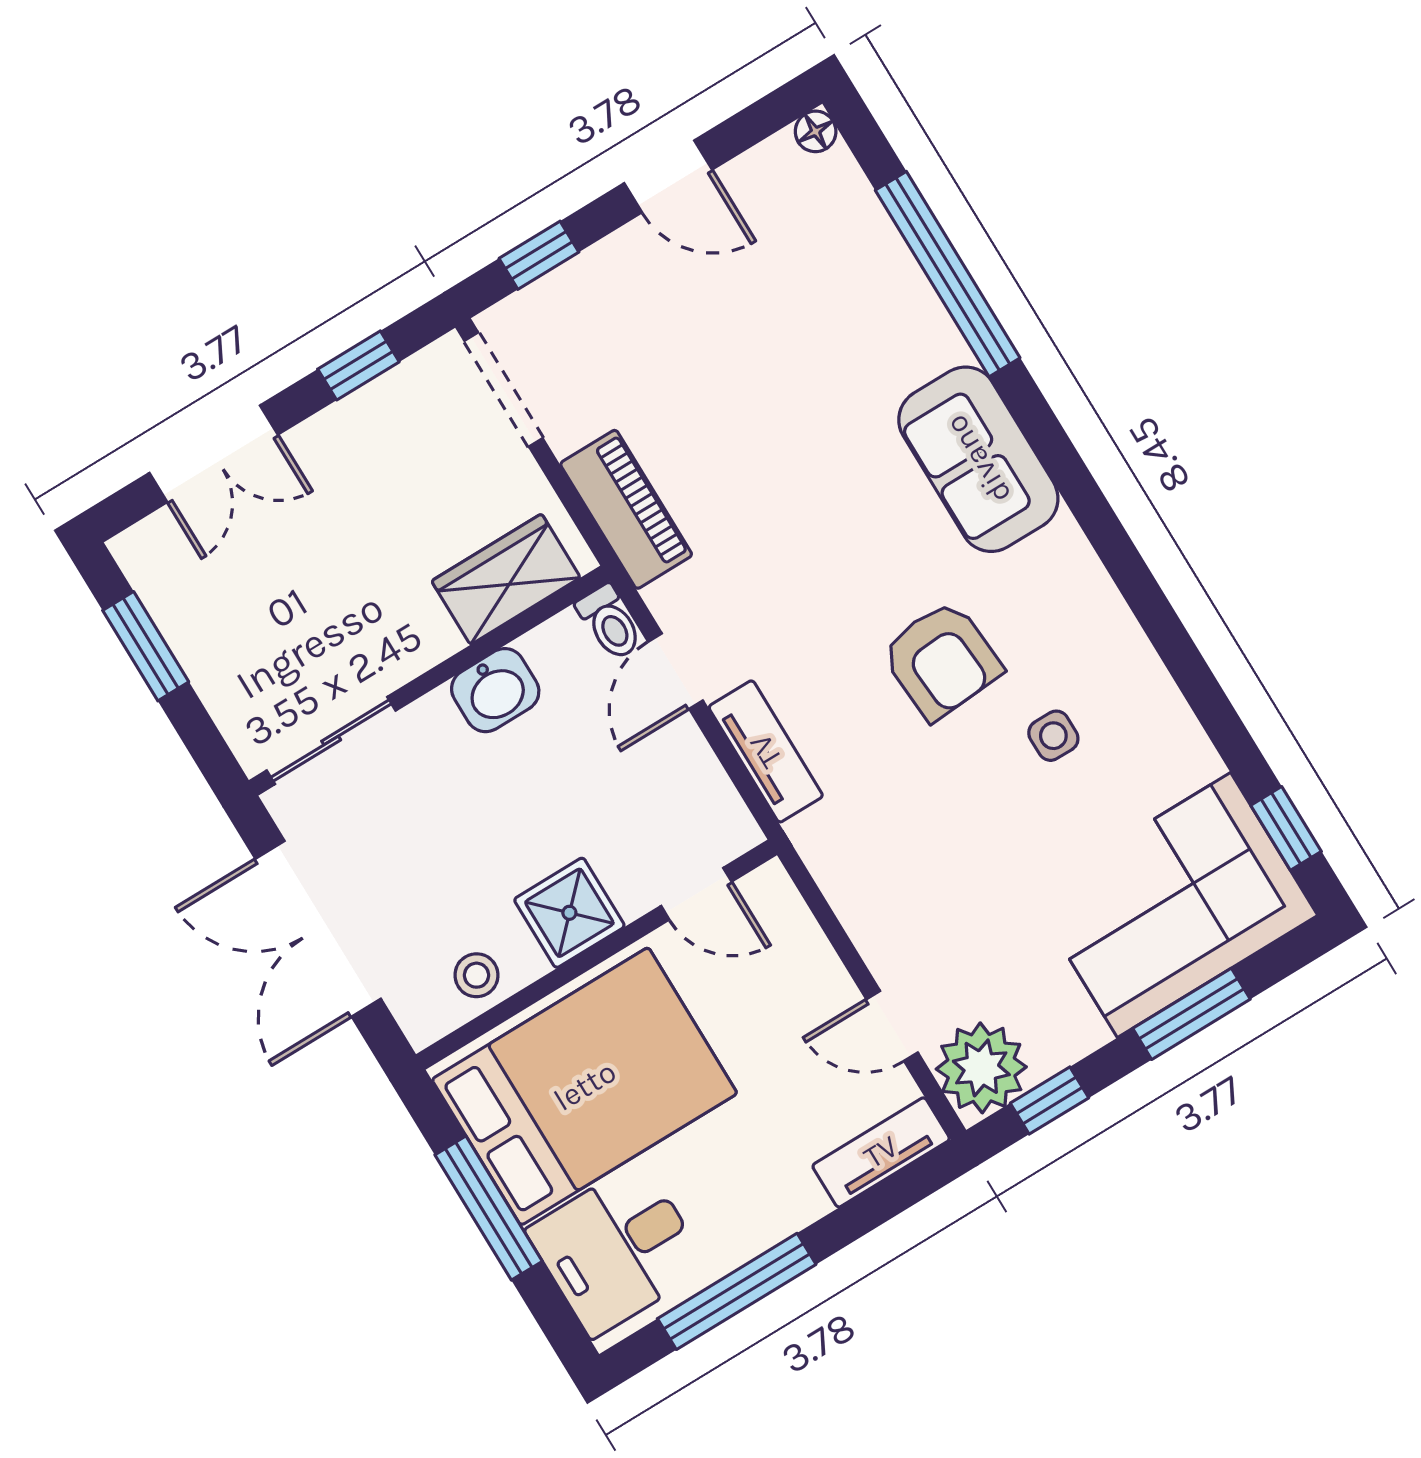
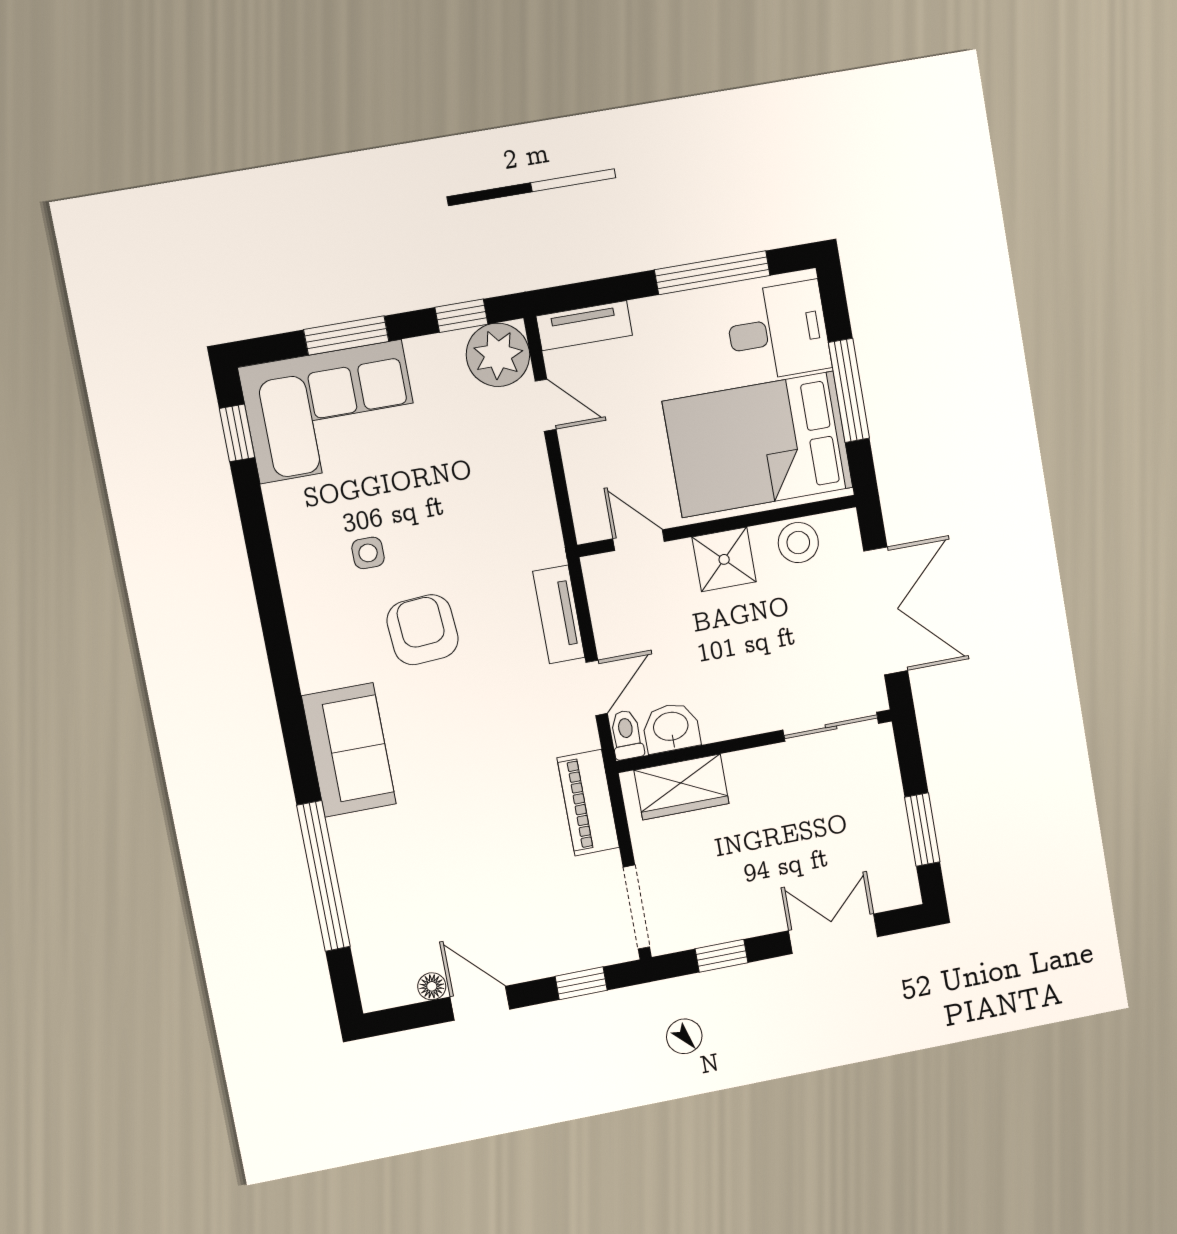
floor lamp: (816, 131) -> (432, 986), moved
washbasin: (495, 690) -> (671, 728), moved
stool: (476, 975) -> (798, 543), width x1.37, depth x1.37

